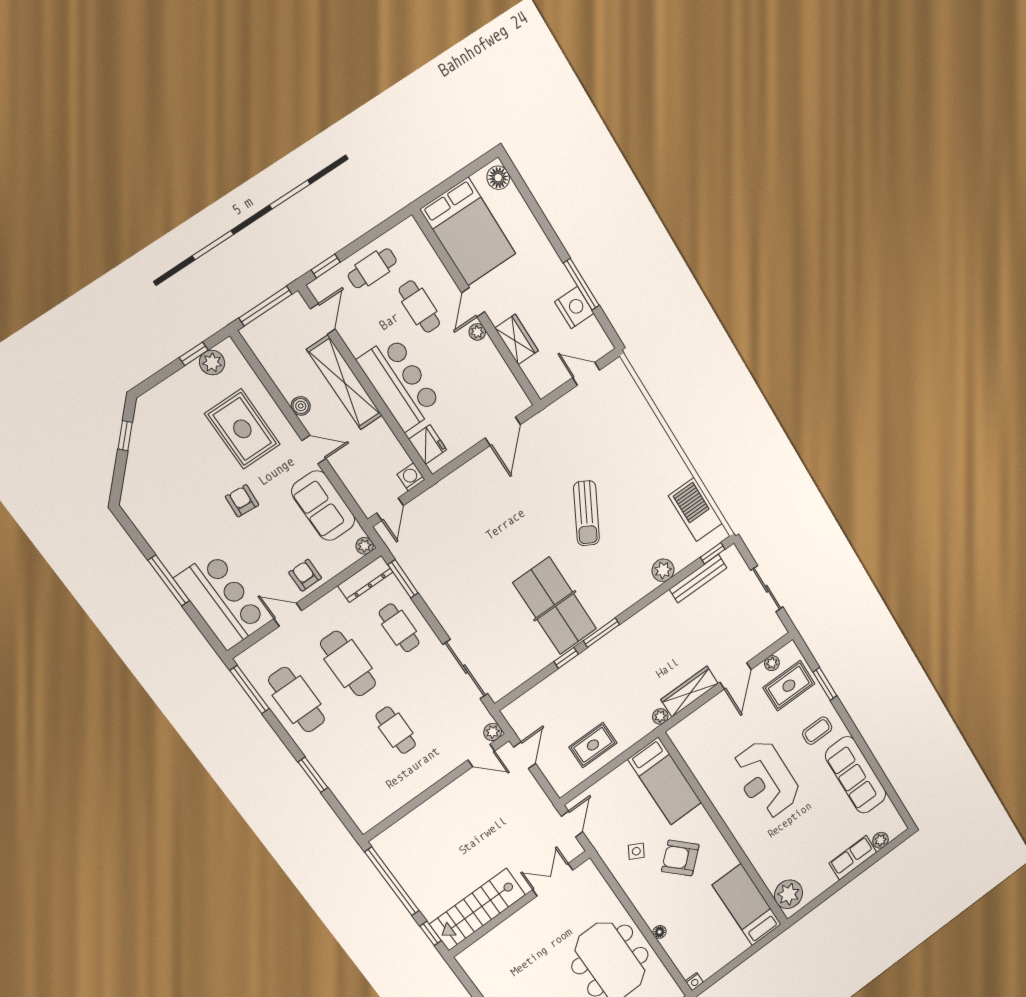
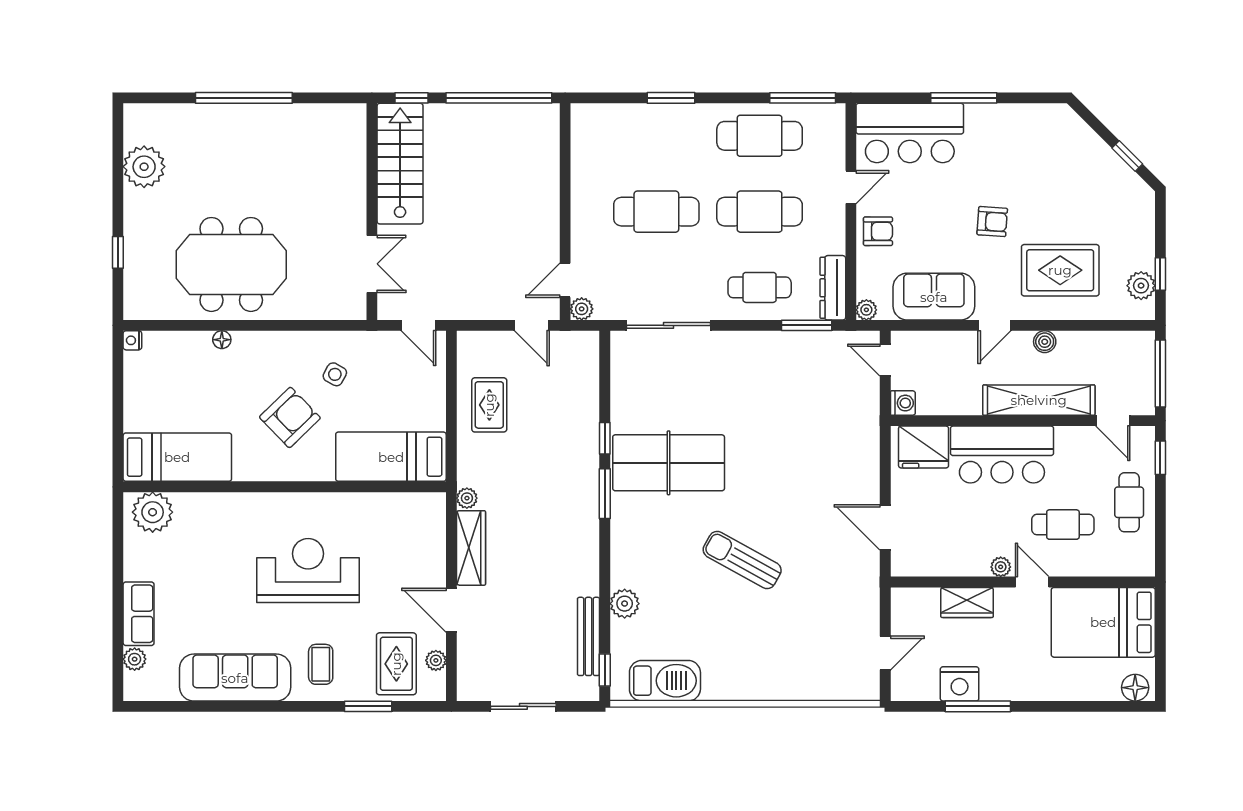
fridge: (428, 445) -> (924, 447), width x1.36, depth x1.34
cafe table: (396, 730) -> (656, 212), width x1.37, depth x1.35

